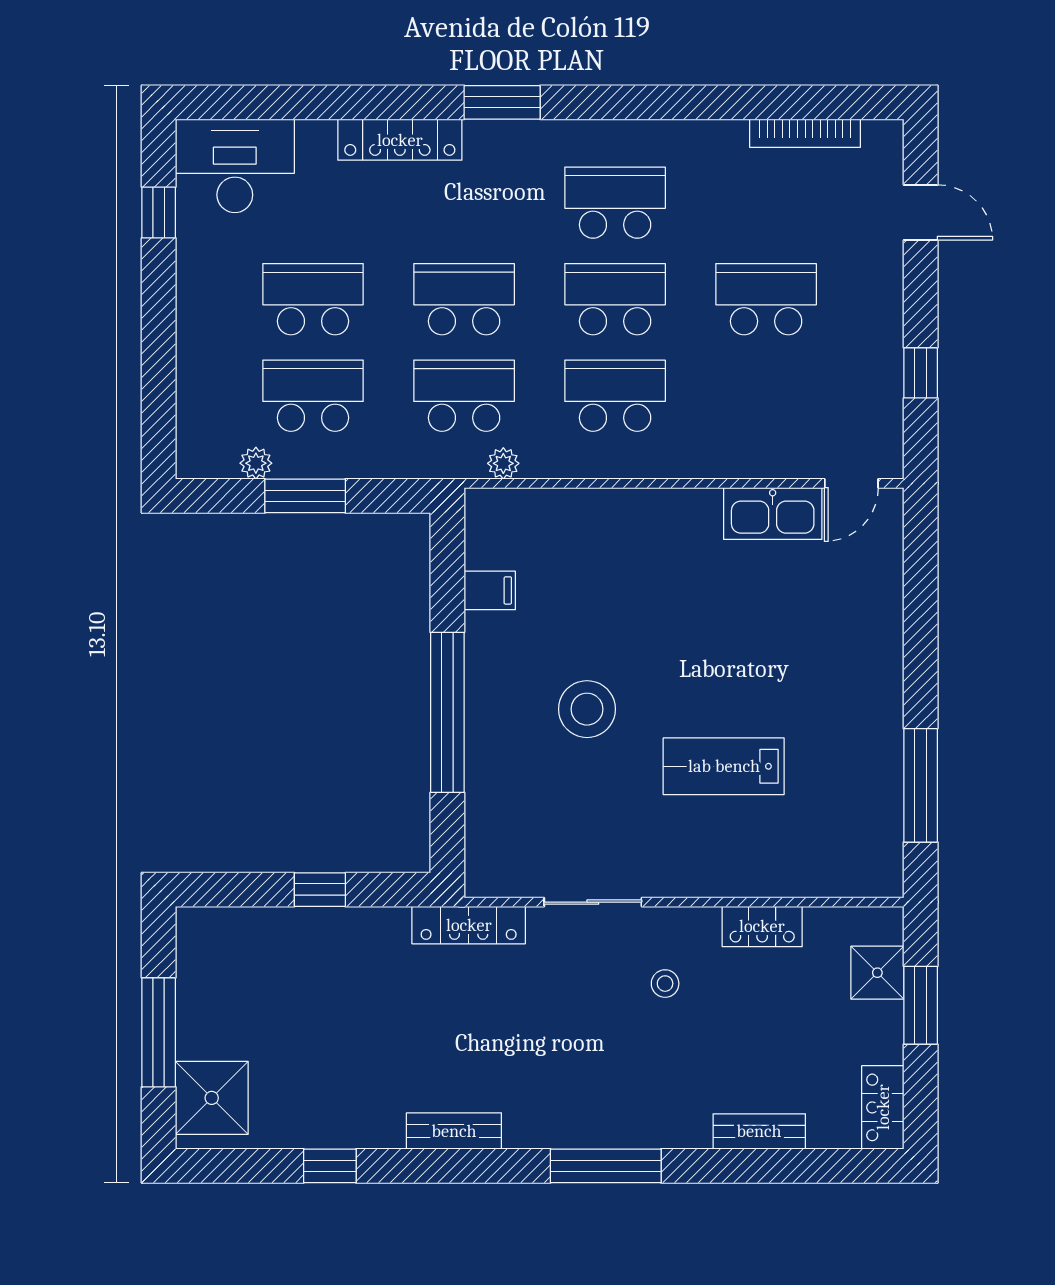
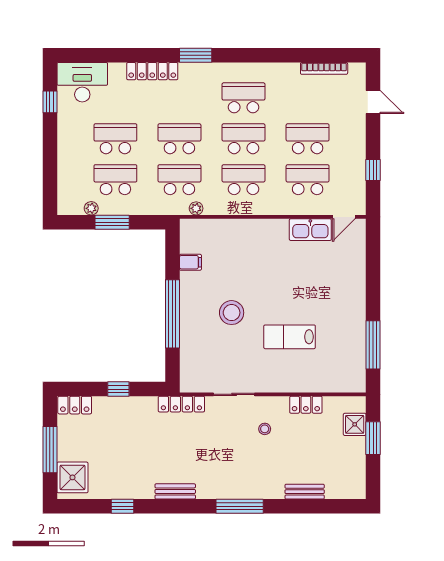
school desk: (766, 396) -> (308, 180), added
locker: (883, 1107) -> (75, 405), moved, turned -90

